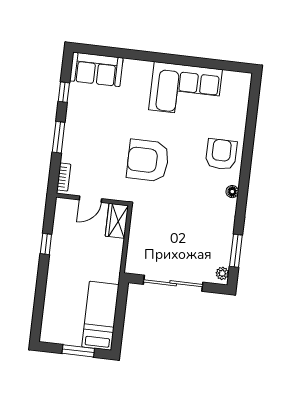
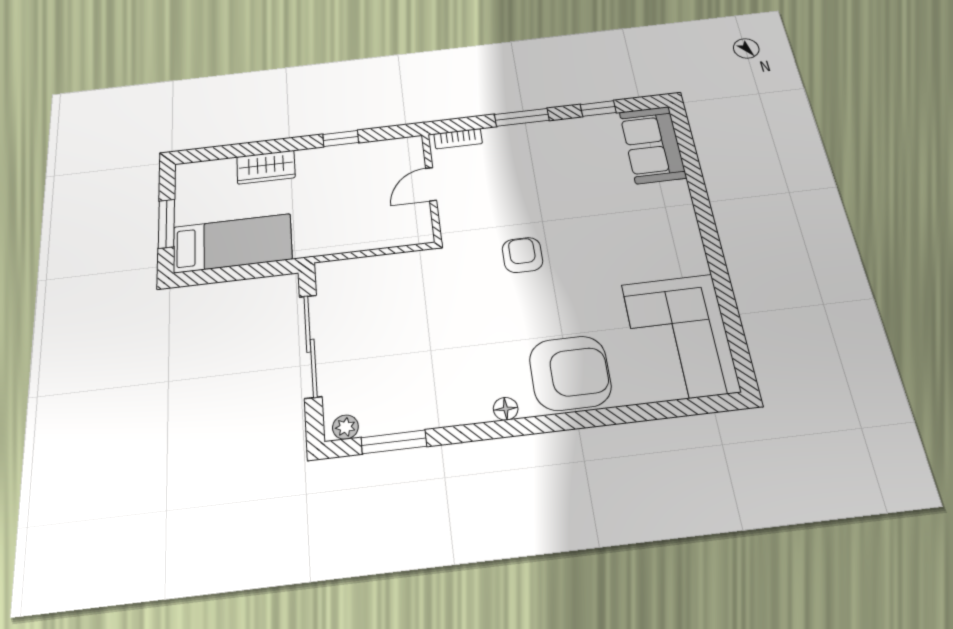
corner sofa: (185, 90) -> (680, 337), moved
armchair: (221, 154) -> (570, 373), width x1.36, depth x1.36
armchair: (148, 160) -> (522, 255), width x0.53, depth x0.53
door: (90, 199) -> (431, 184), hinge flipped
wardrobe: (117, 221) -> (266, 167), moved, turned 180

